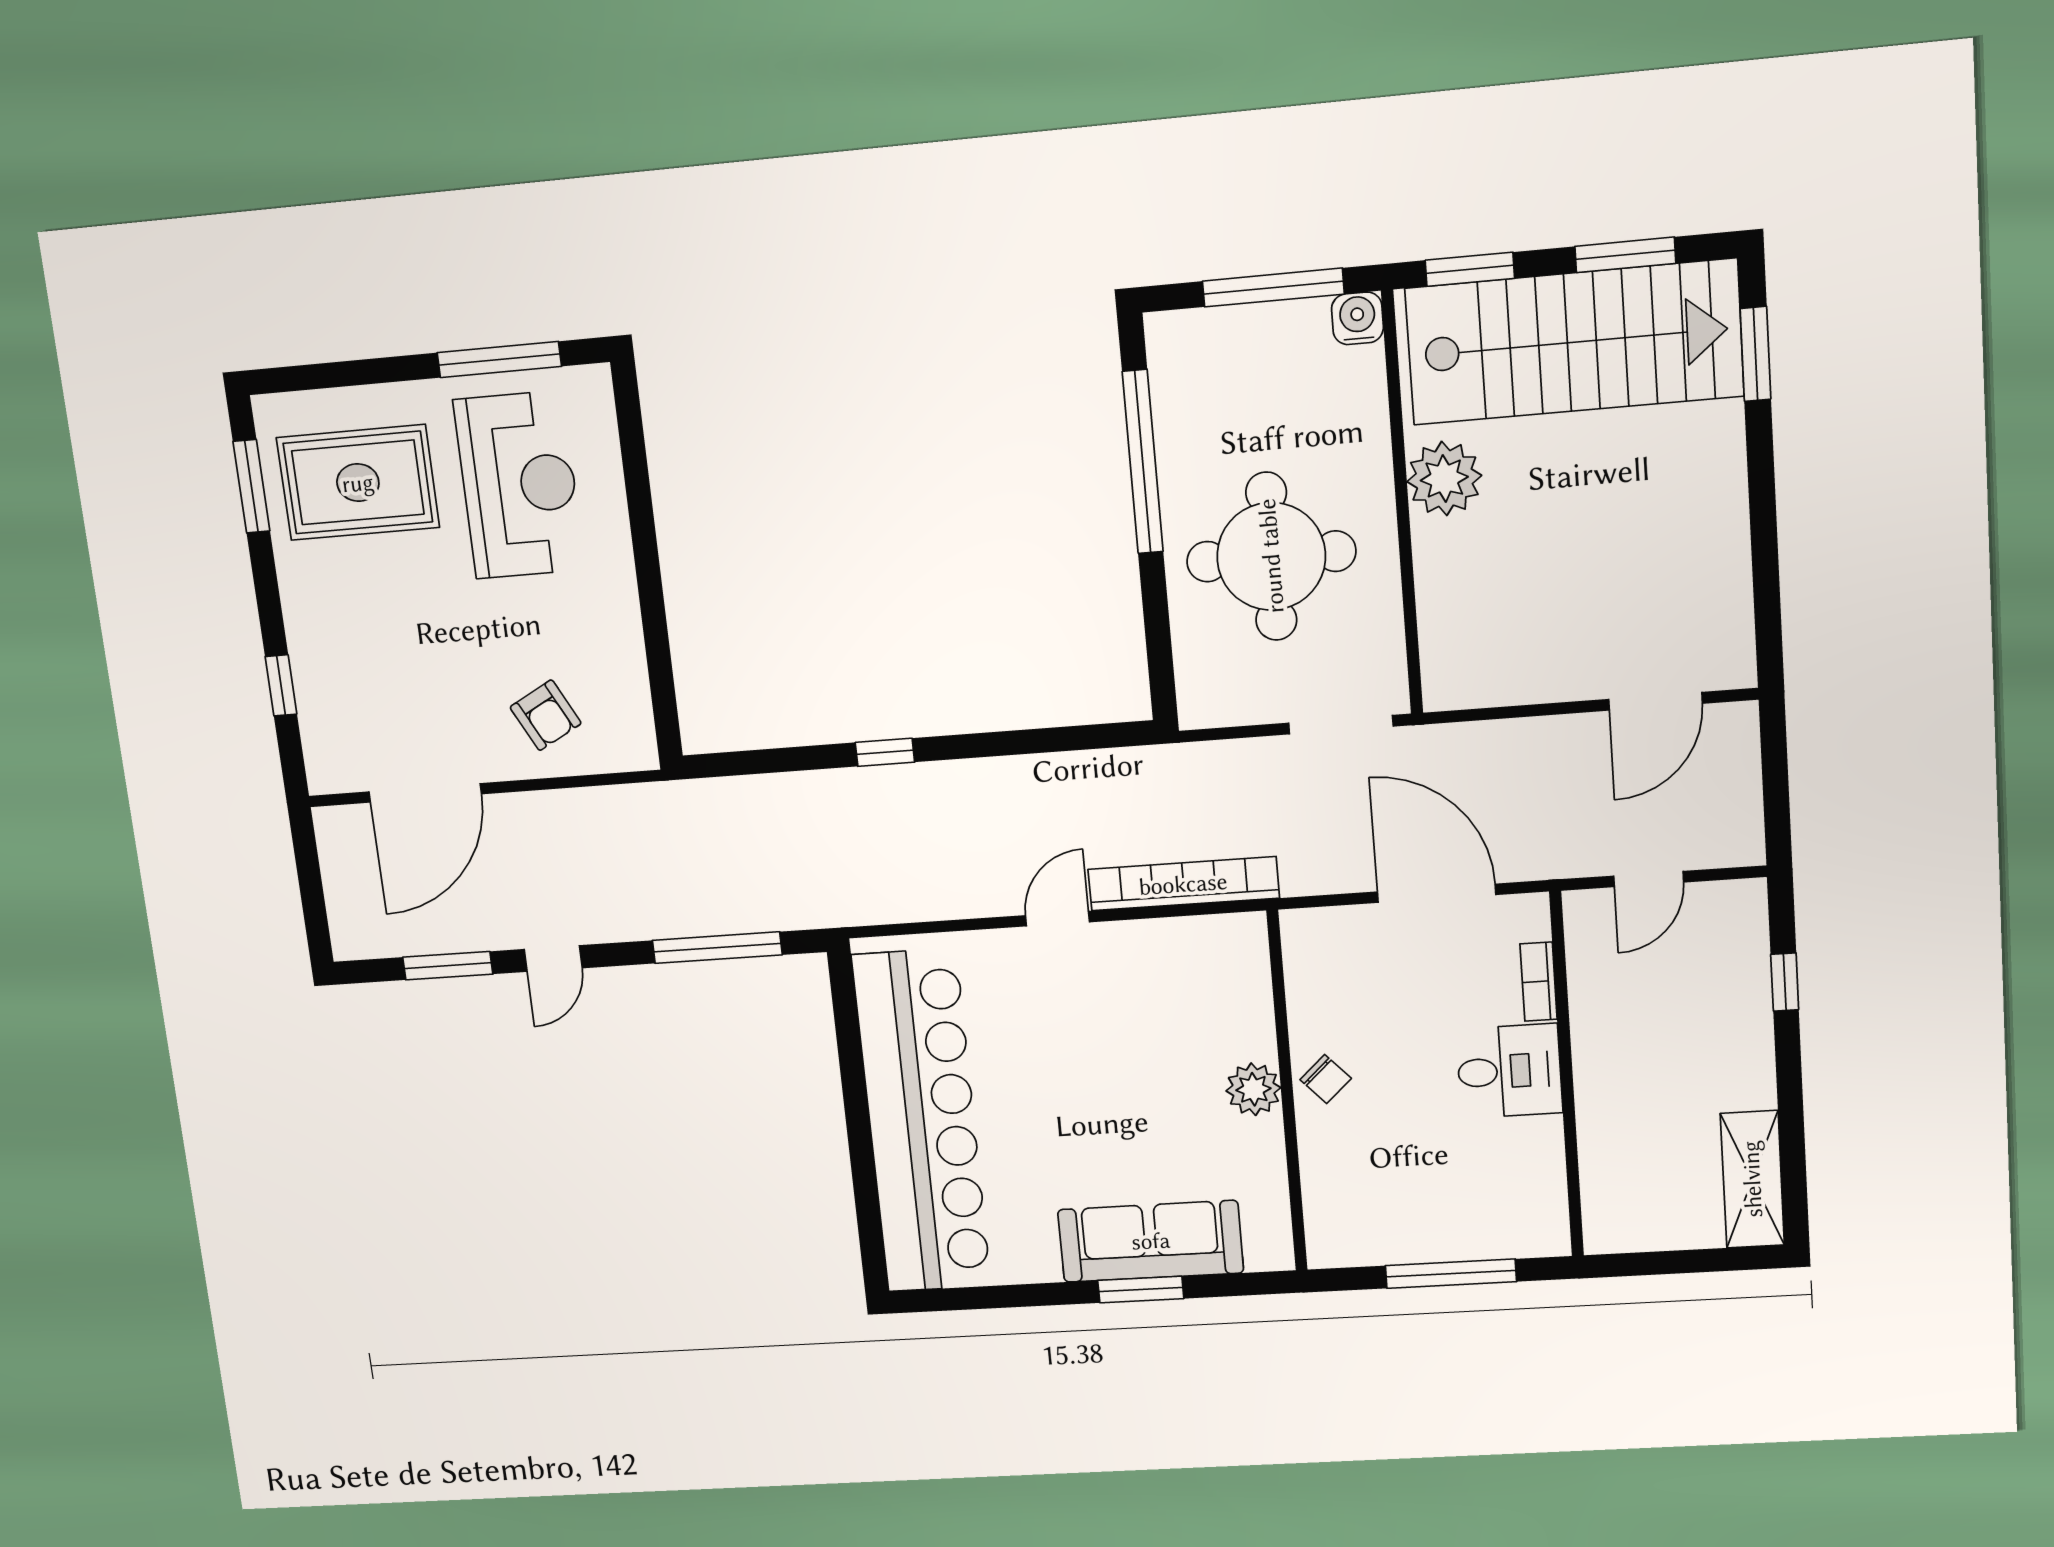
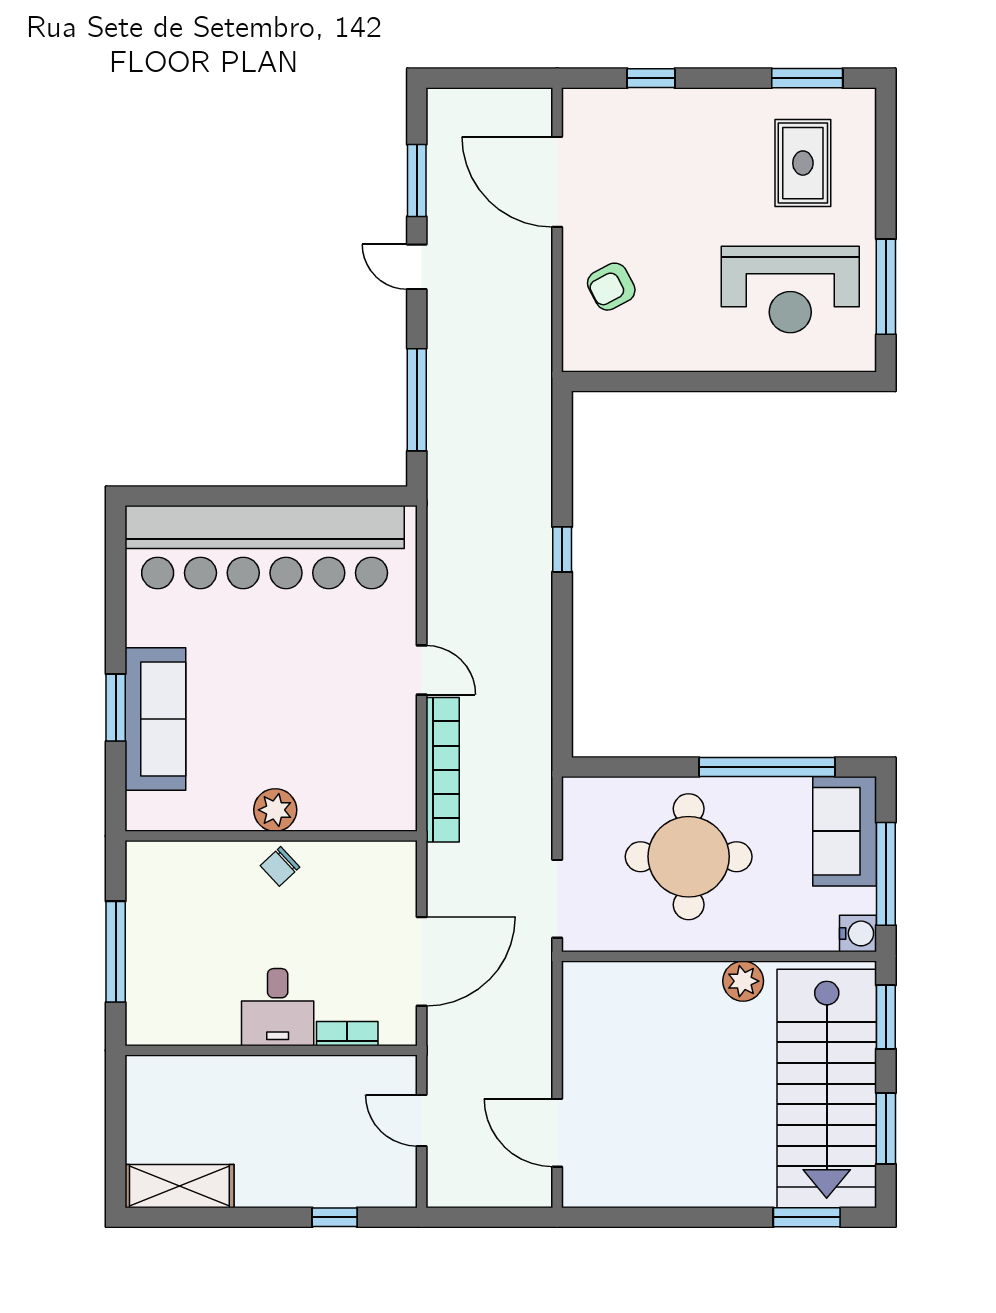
sofa: (1220, 349) -> (845, 831), added
plant: (1444, 479) -> (743, 981), width x0.73, depth x0.73
rug: (358, 483) -> (803, 163), width x0.73, depth x0.70

